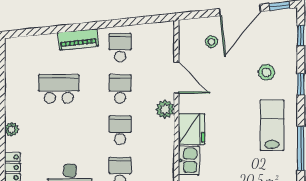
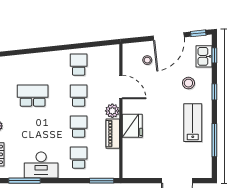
piano: (78, 39) -> (113, 134), moved, turned 96
kitchen sink: (189, 160) -> (204, 56), moved, turned 180

